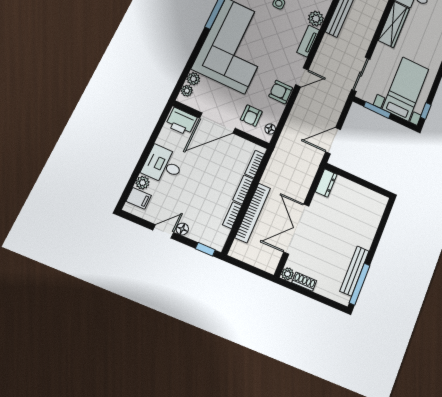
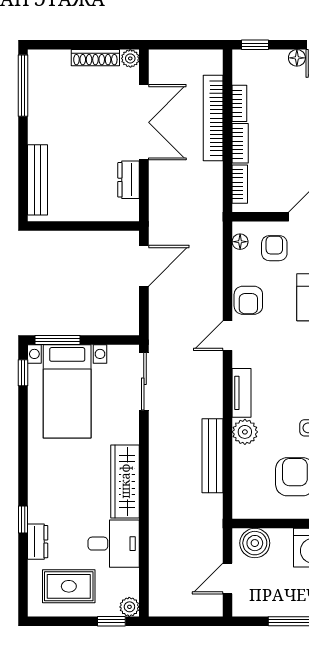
armchair: (281, 92) -> (248, 300), turned 90
window: (377, 110) -> (57, 340), moved
dresser: (326, 183) -> (129, 180), moved
bench: (354, 271) -> (38, 180), moved
shoe rack: (304, 282) -> (95, 58), width x1.43

